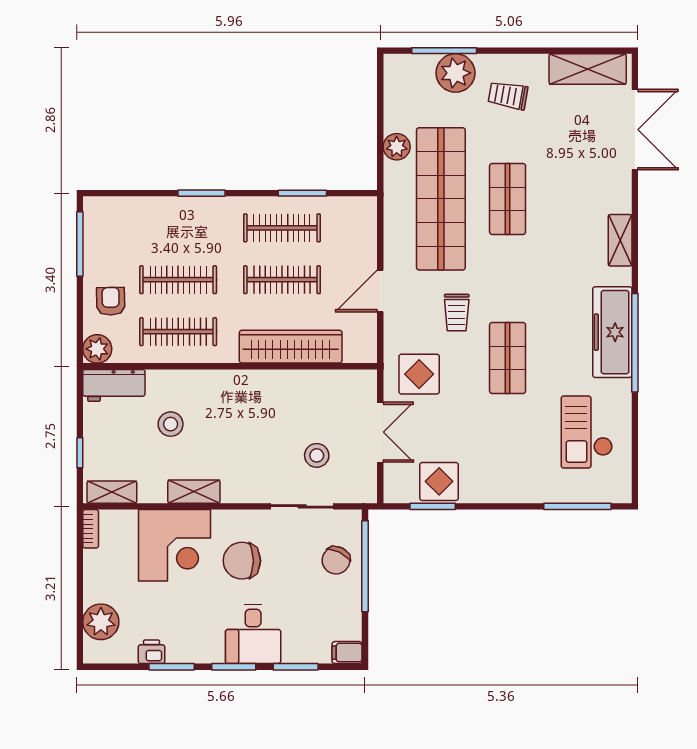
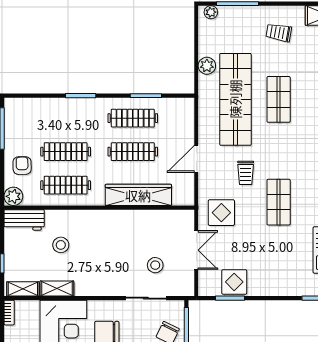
plant: (456, 73) -> (211, 12), moved, width x0.53, depth x0.53
shelving: (194, 492) -> (57, 289), moved

